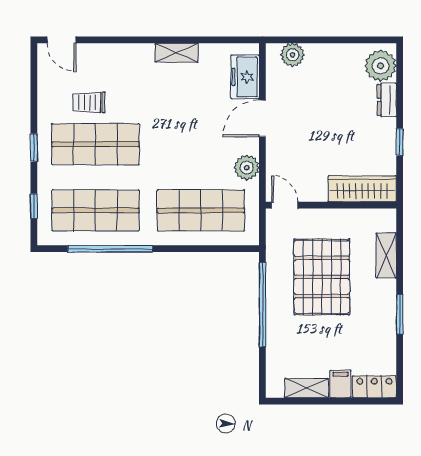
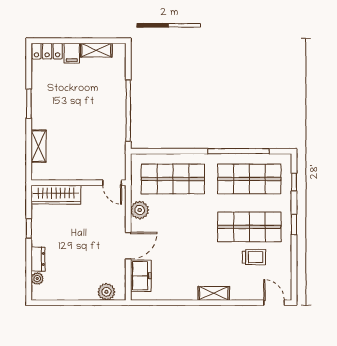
shelving: (177, 53) -> (214, 293), moved
plant: (381, 66) -> (37, 279), width x0.53, depth x0.53
pallet: (322, 277) -> (85, 131), removed

